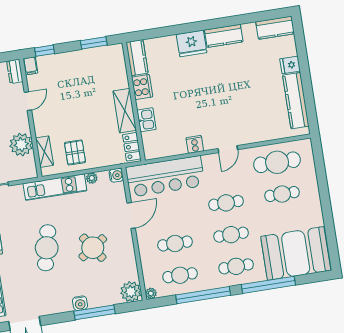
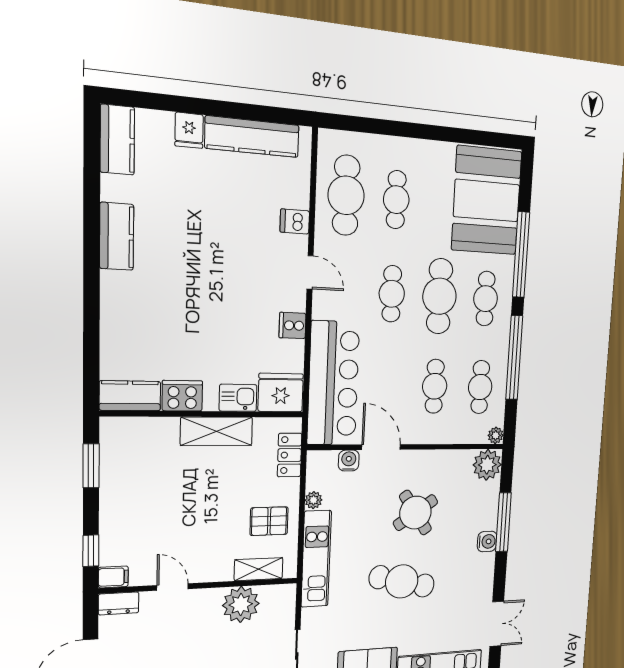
fridge: (192, 43) -> (281, 393), moved, turned -90
dishwasher: (255, 134) -> (295, 221), added
locker: (132, 147) -> (290, 455), moved, turned 90
water cooler: (116, 175) -> (349, 461), moved
cafe table: (231, 235) -> (440, 296), width x1.37, depth x1.35

